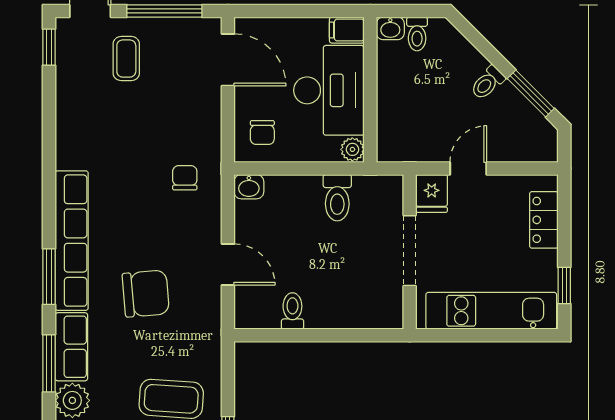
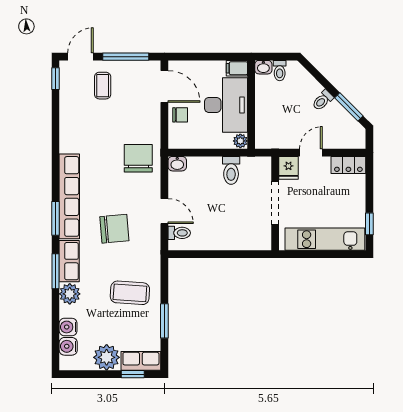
chair: (262, 133) -> (180, 115), moved, turned -90
chair: (185, 178) -> (138, 158), width x1.87, depth x1.87
locker: (544, 220) -> (348, 165), moved, turned -90
toilet: (292, 311) -> (179, 233), moved, turned 90

